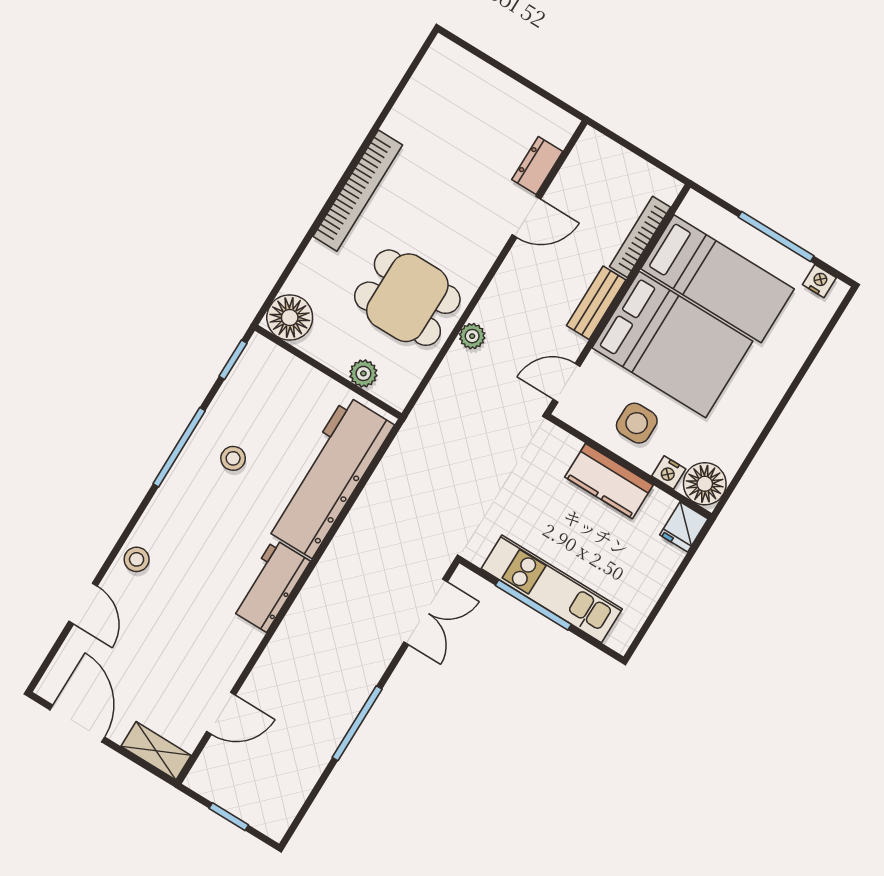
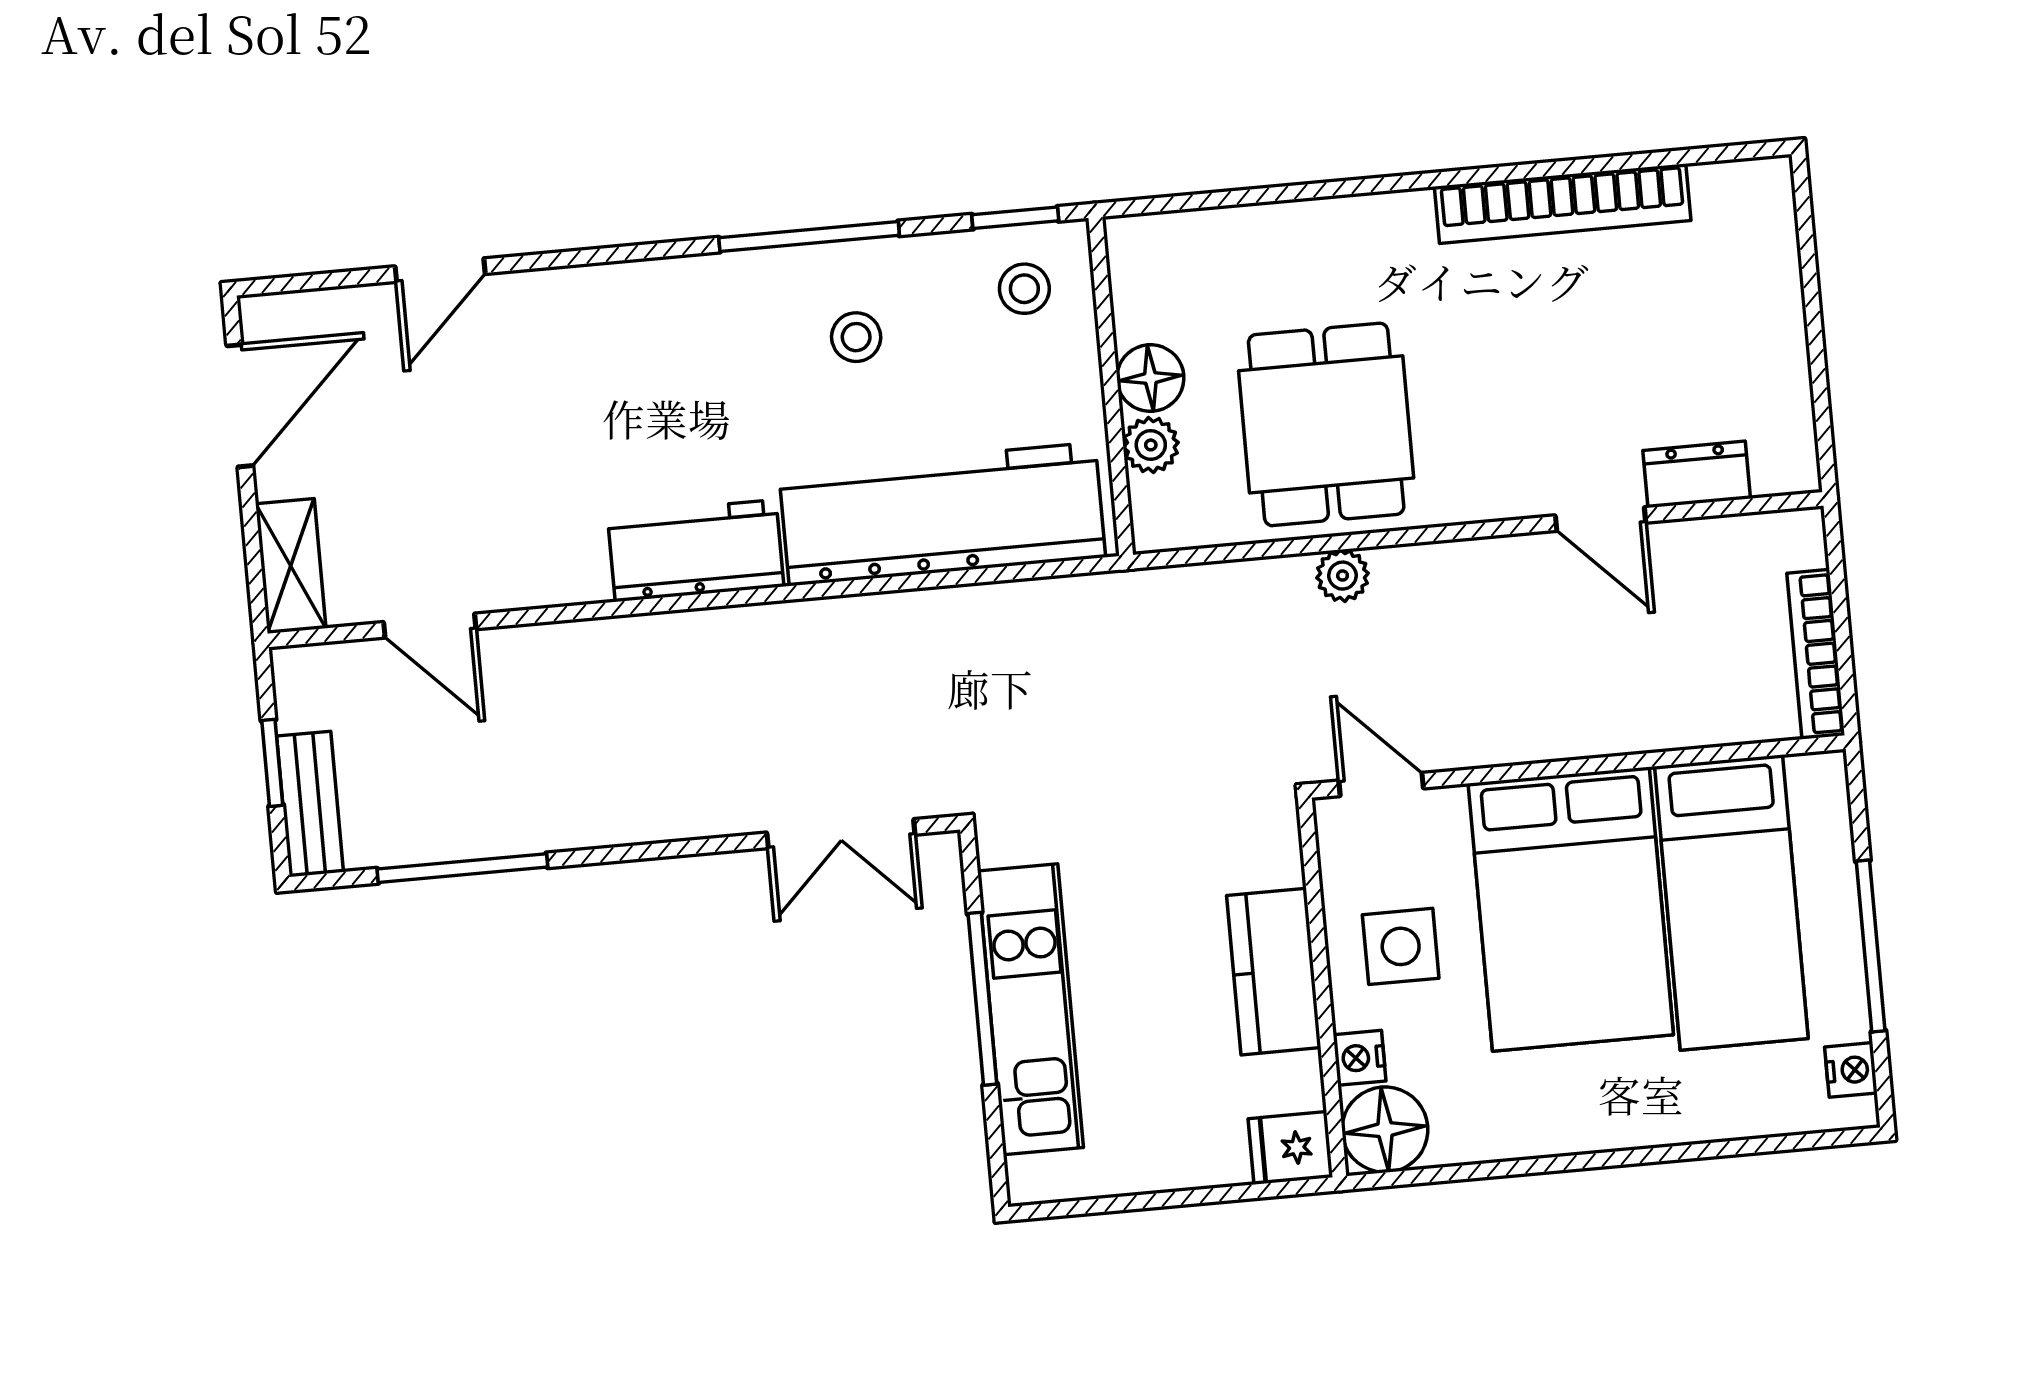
bookcase: (358, 191) -> (1563, 204), moved
bookcase: (640, 237) -> (1816, 654), moved, turned -90
bench: (596, 303) -> (310, 804), moved, turned 90
floor lamp: (290, 318) -> (1150, 378), moved, width x0.73, depth x0.73
stool: (137, 559) -> (1024, 289), moved
window: (357, 723) -> (462, 868), moved

